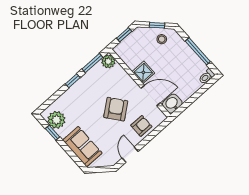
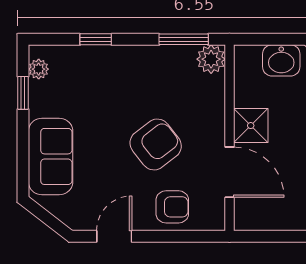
window: (124, 35) -> (273, 39), removed
window: (73, 81) -> (96, 39), moved
washbasin: (172, 104) -> (281, 60), moved, turned 180
plant: (56, 120) -> (39, 69), width x0.53, depth x0.53

